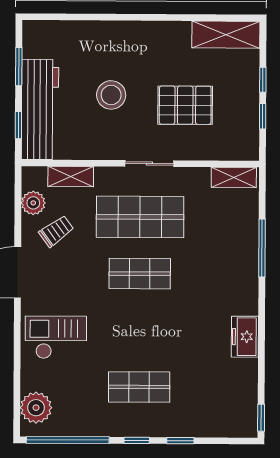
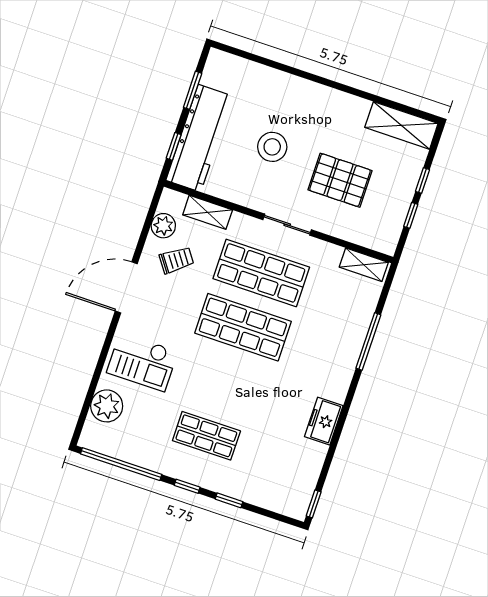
shop shelf: (140, 274) -> (243, 327), width x1.43, depth x1.36
checkout: (56, 337) -> (142, 362), turned 180
plant: (36, 408) -> (107, 406), moved

